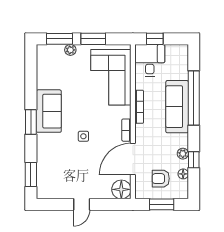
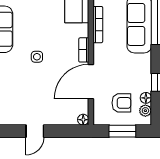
plant: (183, 154) -> (145, 111), moved
armchair: (161, 179) -> (121, 103), turned 180
floor lamp: (121, 189) -> (83, 120), width x0.53, depth x0.53

